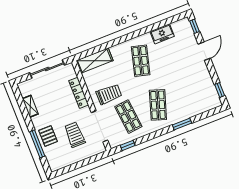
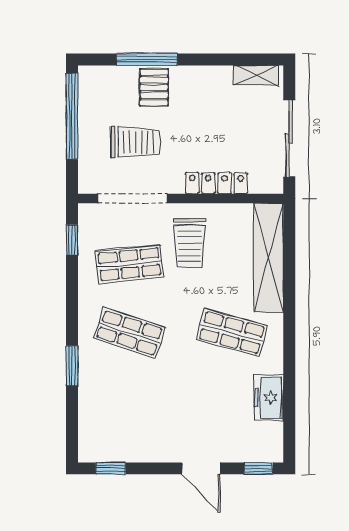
shelving: (94, 61) -> (269, 258), width x1.47
shelving: (30, 106) -> (256, 75), moved
pallet: (48, 136) -> (154, 87), turned 90
window: (74, 166) -> (72, 116), added

